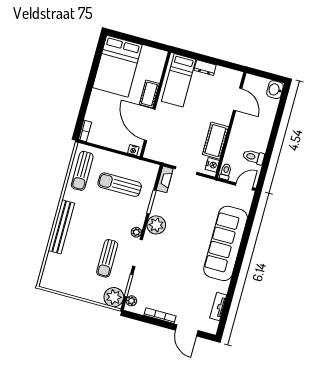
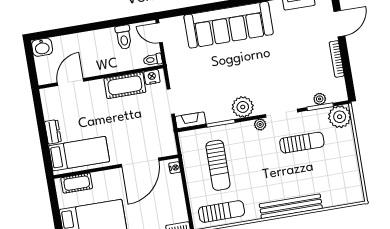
cot: (149, 94) -> (77, 183), moved
plant: (131, 301) -> (320, 99), moved

